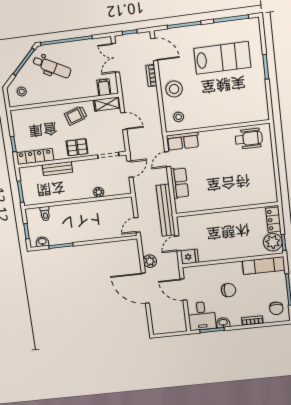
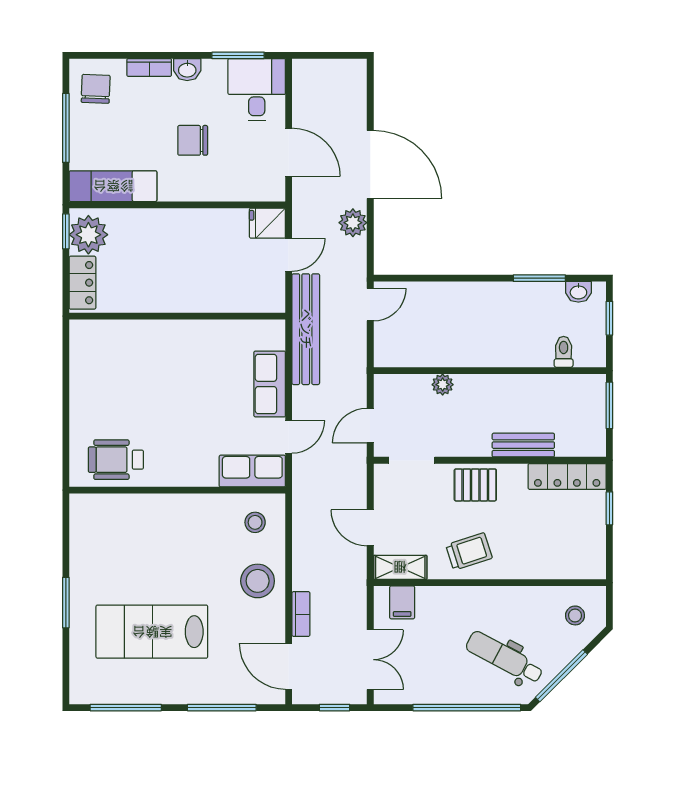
washbasin: (223, 323) -> (187, 70), moved

